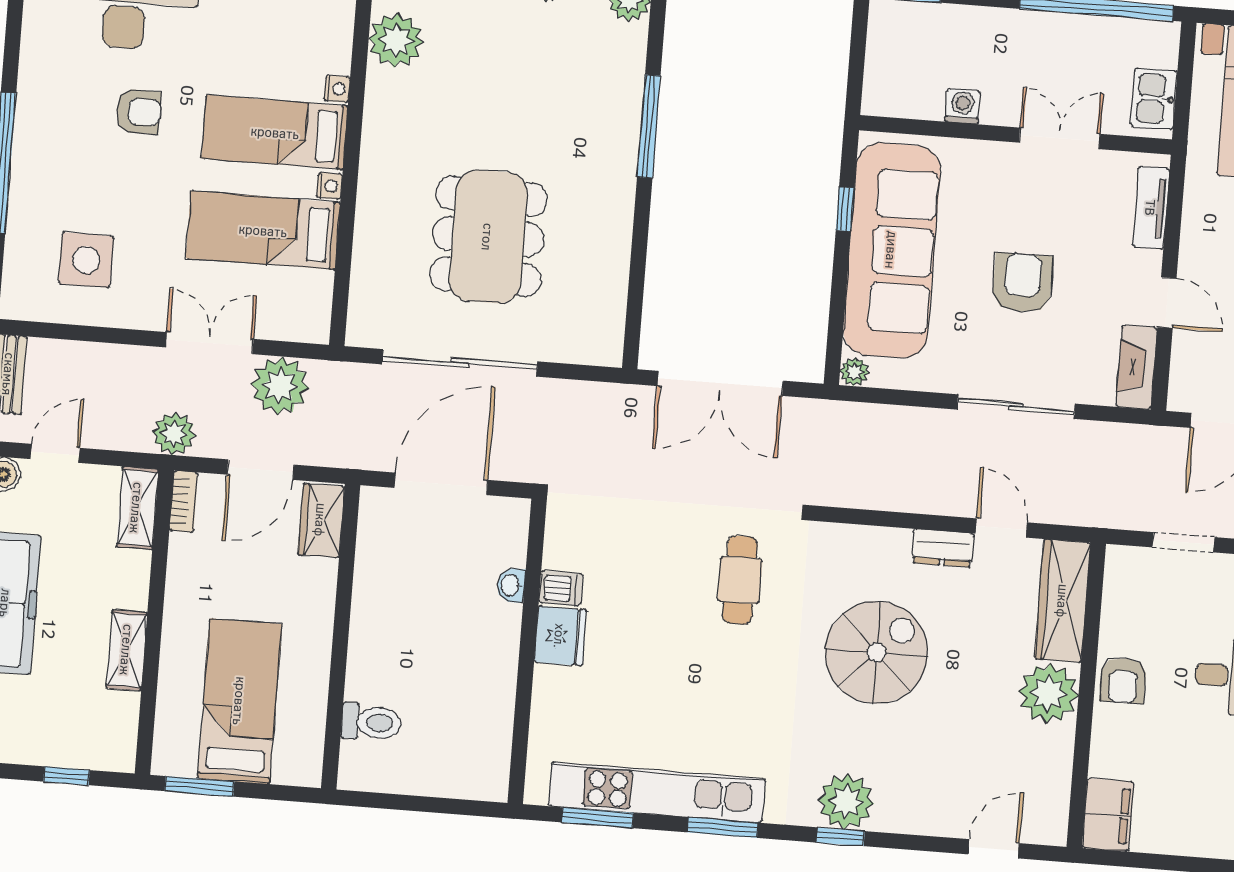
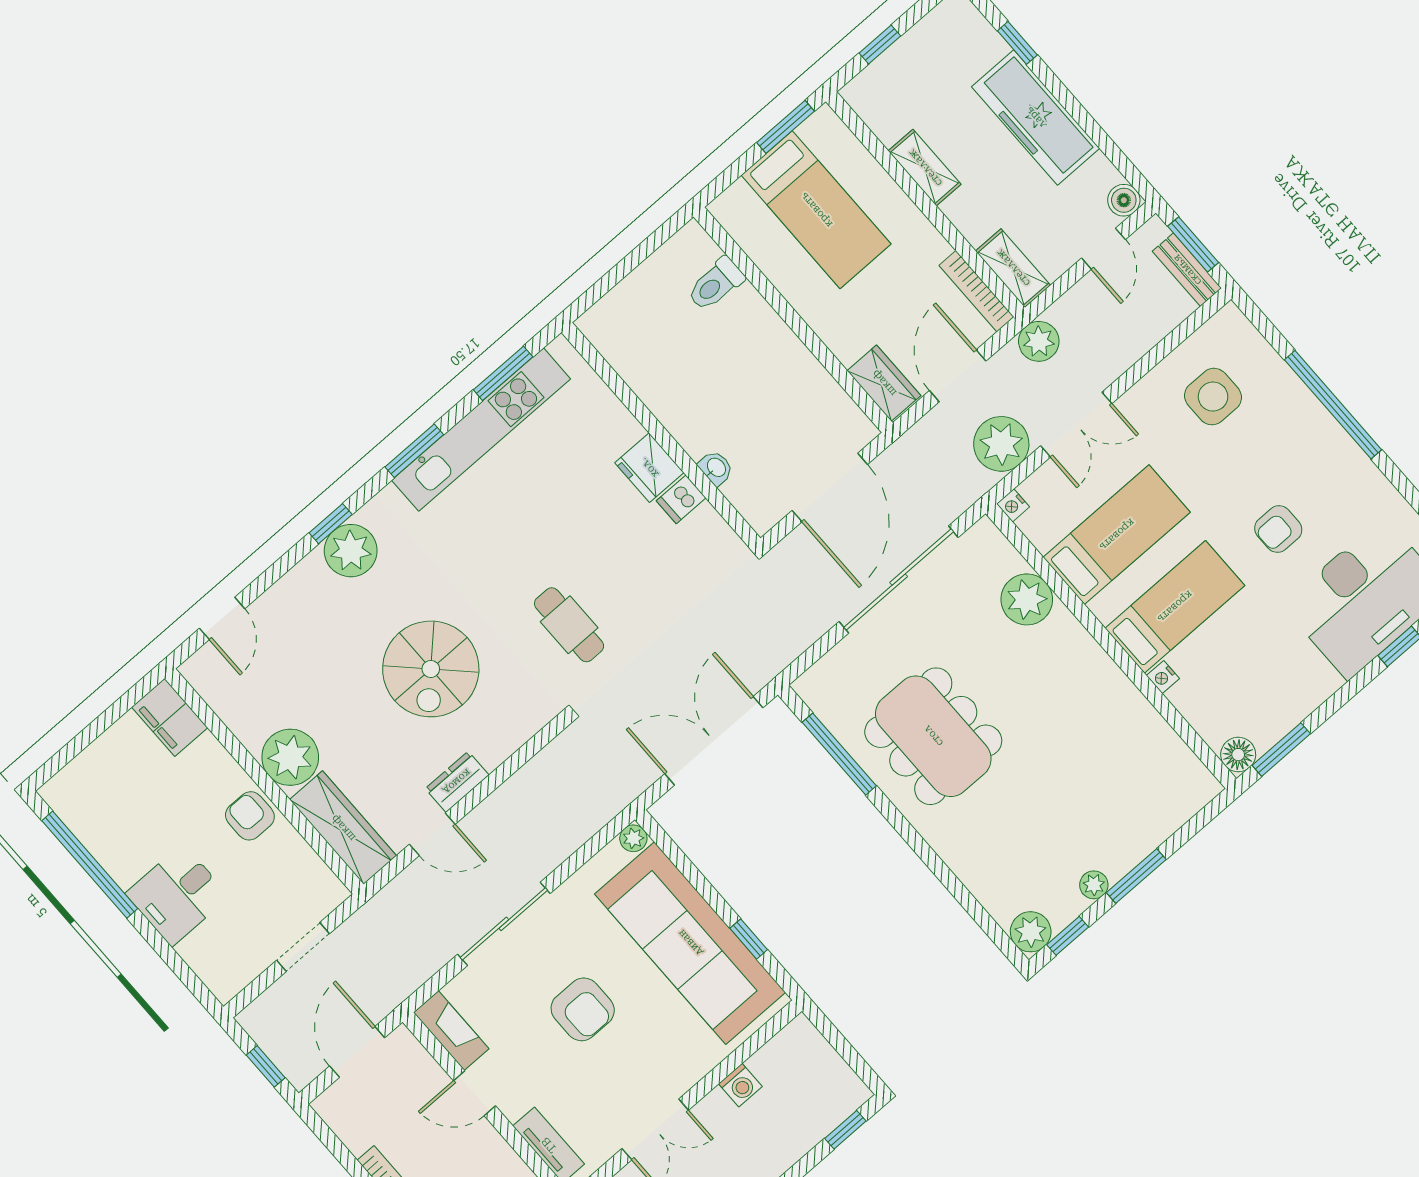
plant: (396, 40) -> (1027, 599), moved
window: (649, 126) -> (839, 754), moved
nightstand: (329, 186) -> (1013, 505), moved
dining table: (488, 237) -> (933, 736), moved
bookcase: (184, 502) -> (976, 291), width x1.56

